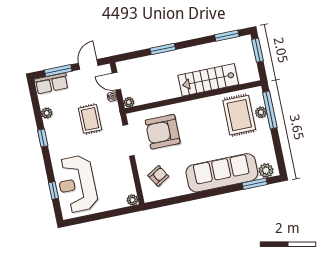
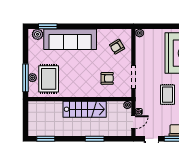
window: (257, 50) -> (25, 124), removed
stairs: (208, 80) -> (85, 109), moved
door: (116, 81) -> (133, 122), hinge flipped
rug: (90, 119) -> (168, 95), moved
armchair: (163, 132) -> (107, 78), width x0.53, depth x0.53

